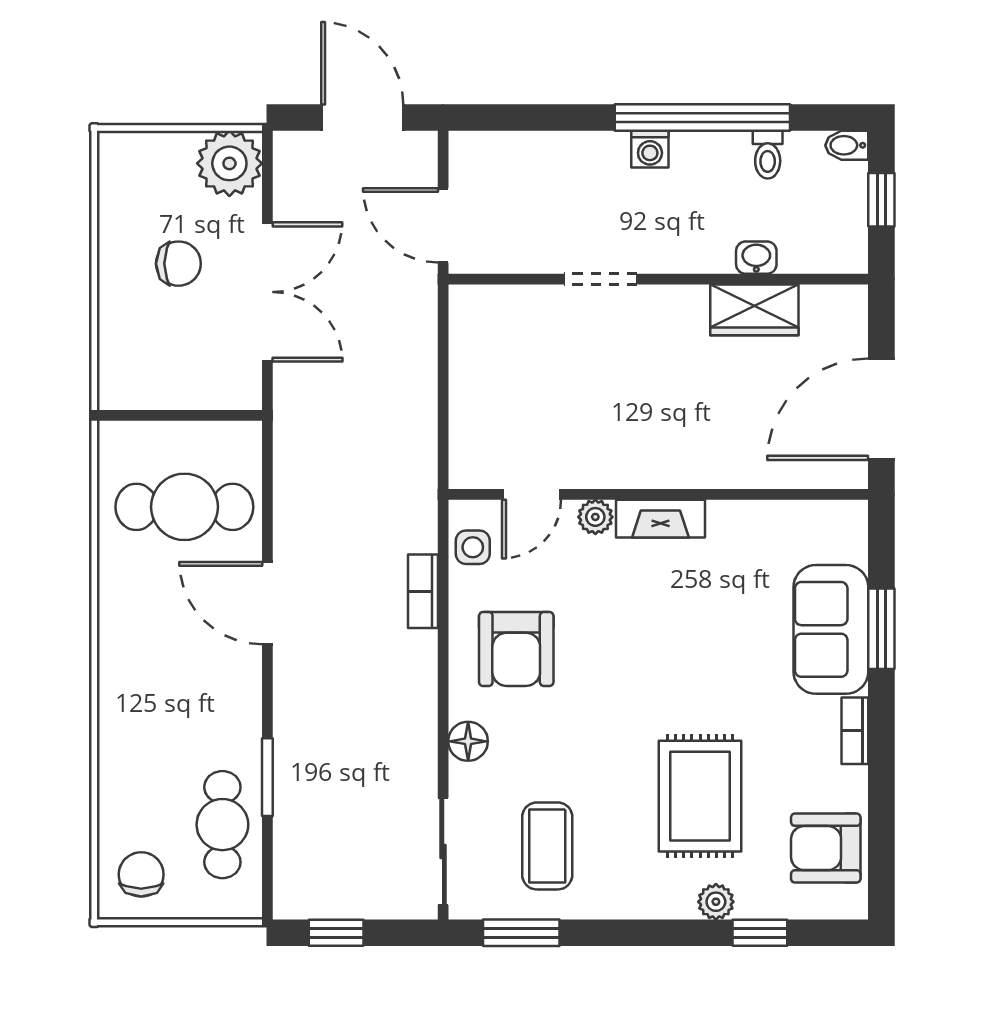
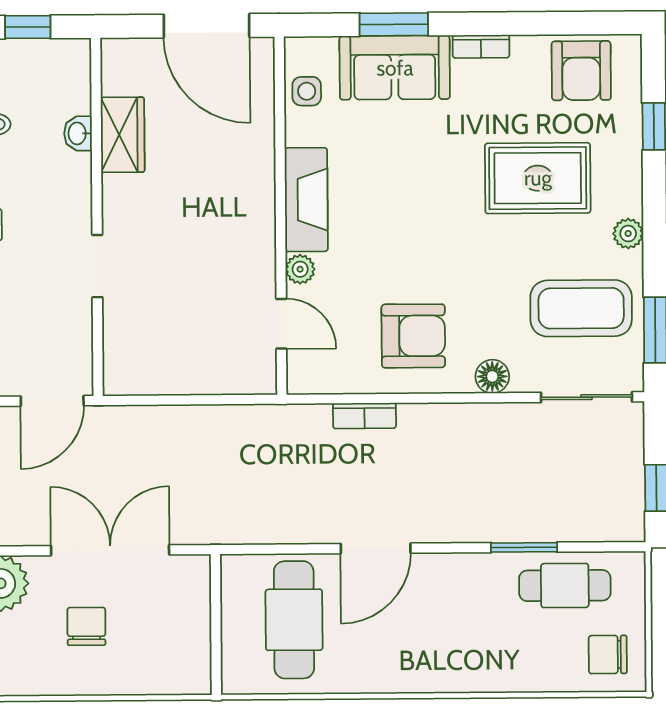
fireplace: (660, 519) -> (306, 200), width x1.37, depth x1.32
side table: (473, 547) -> (307, 91), moved
coffee table: (547, 846) -> (581, 308), width x1.36, depth x1.32
plant: (716, 902) -> (628, 234), moved

